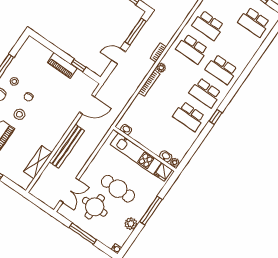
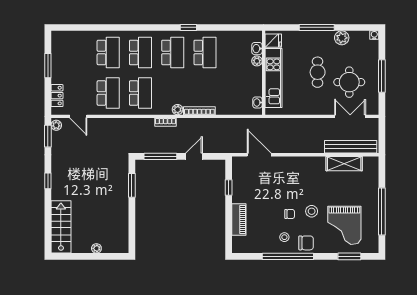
school desk: (254, 22) -> (108, 52), moved
door: (119, 56) -> (194, 156), swing flipped
piano: (62, 65) -> (239, 220), moved
bench: (67, 146) -> (351, 147), moved
plant: (175, 163) -> (257, 61), moved
cafe table: (118, 189) -> (318, 72), width x0.73, depth x0.74

